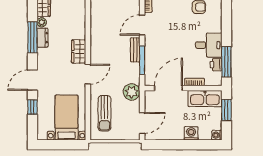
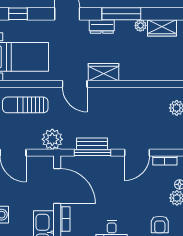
door: (142, 25) -> (137, 153), swing flipped
dresser: (42, 38) -> (102, 26), moved
bench: (135, 50) -> (92, 144), moved
window: (32, 107) -> (18, 14), moved

